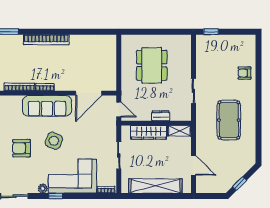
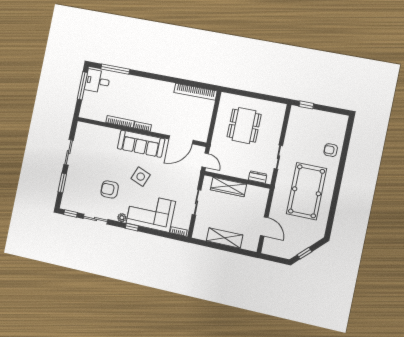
bookcase: (46, 40) -> (195, 92), moved
dresser: (161, 116) -> (258, 177), moved
pool table: (229, 120) -> (306, 191), width x1.36, depth x1.32
shelving: (179, 131) -> (257, 191), removed
armchair: (22, 148) -> (110, 189), moved
shelving: (155, 186) -> (225, 238), width x0.68

